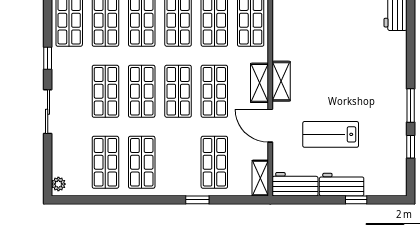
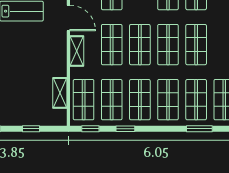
shelving: (281, 81) -> (60, 93), moved

